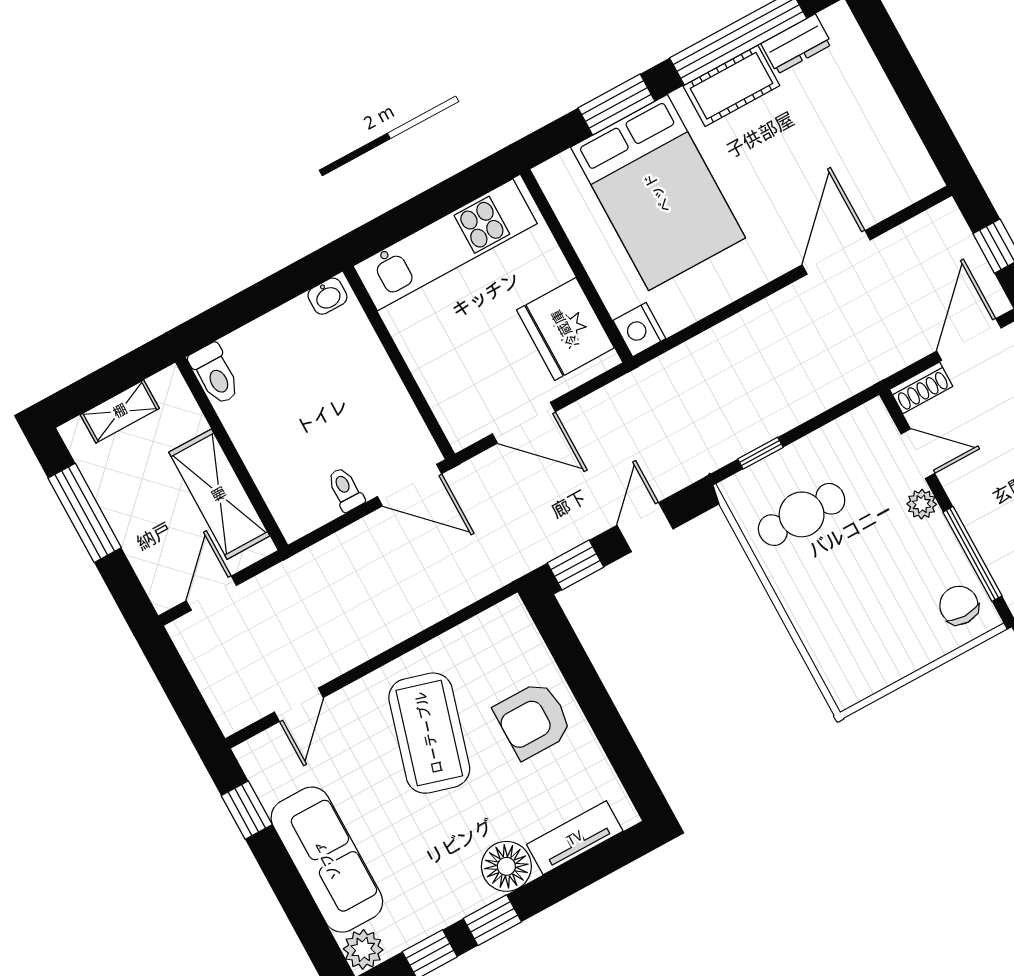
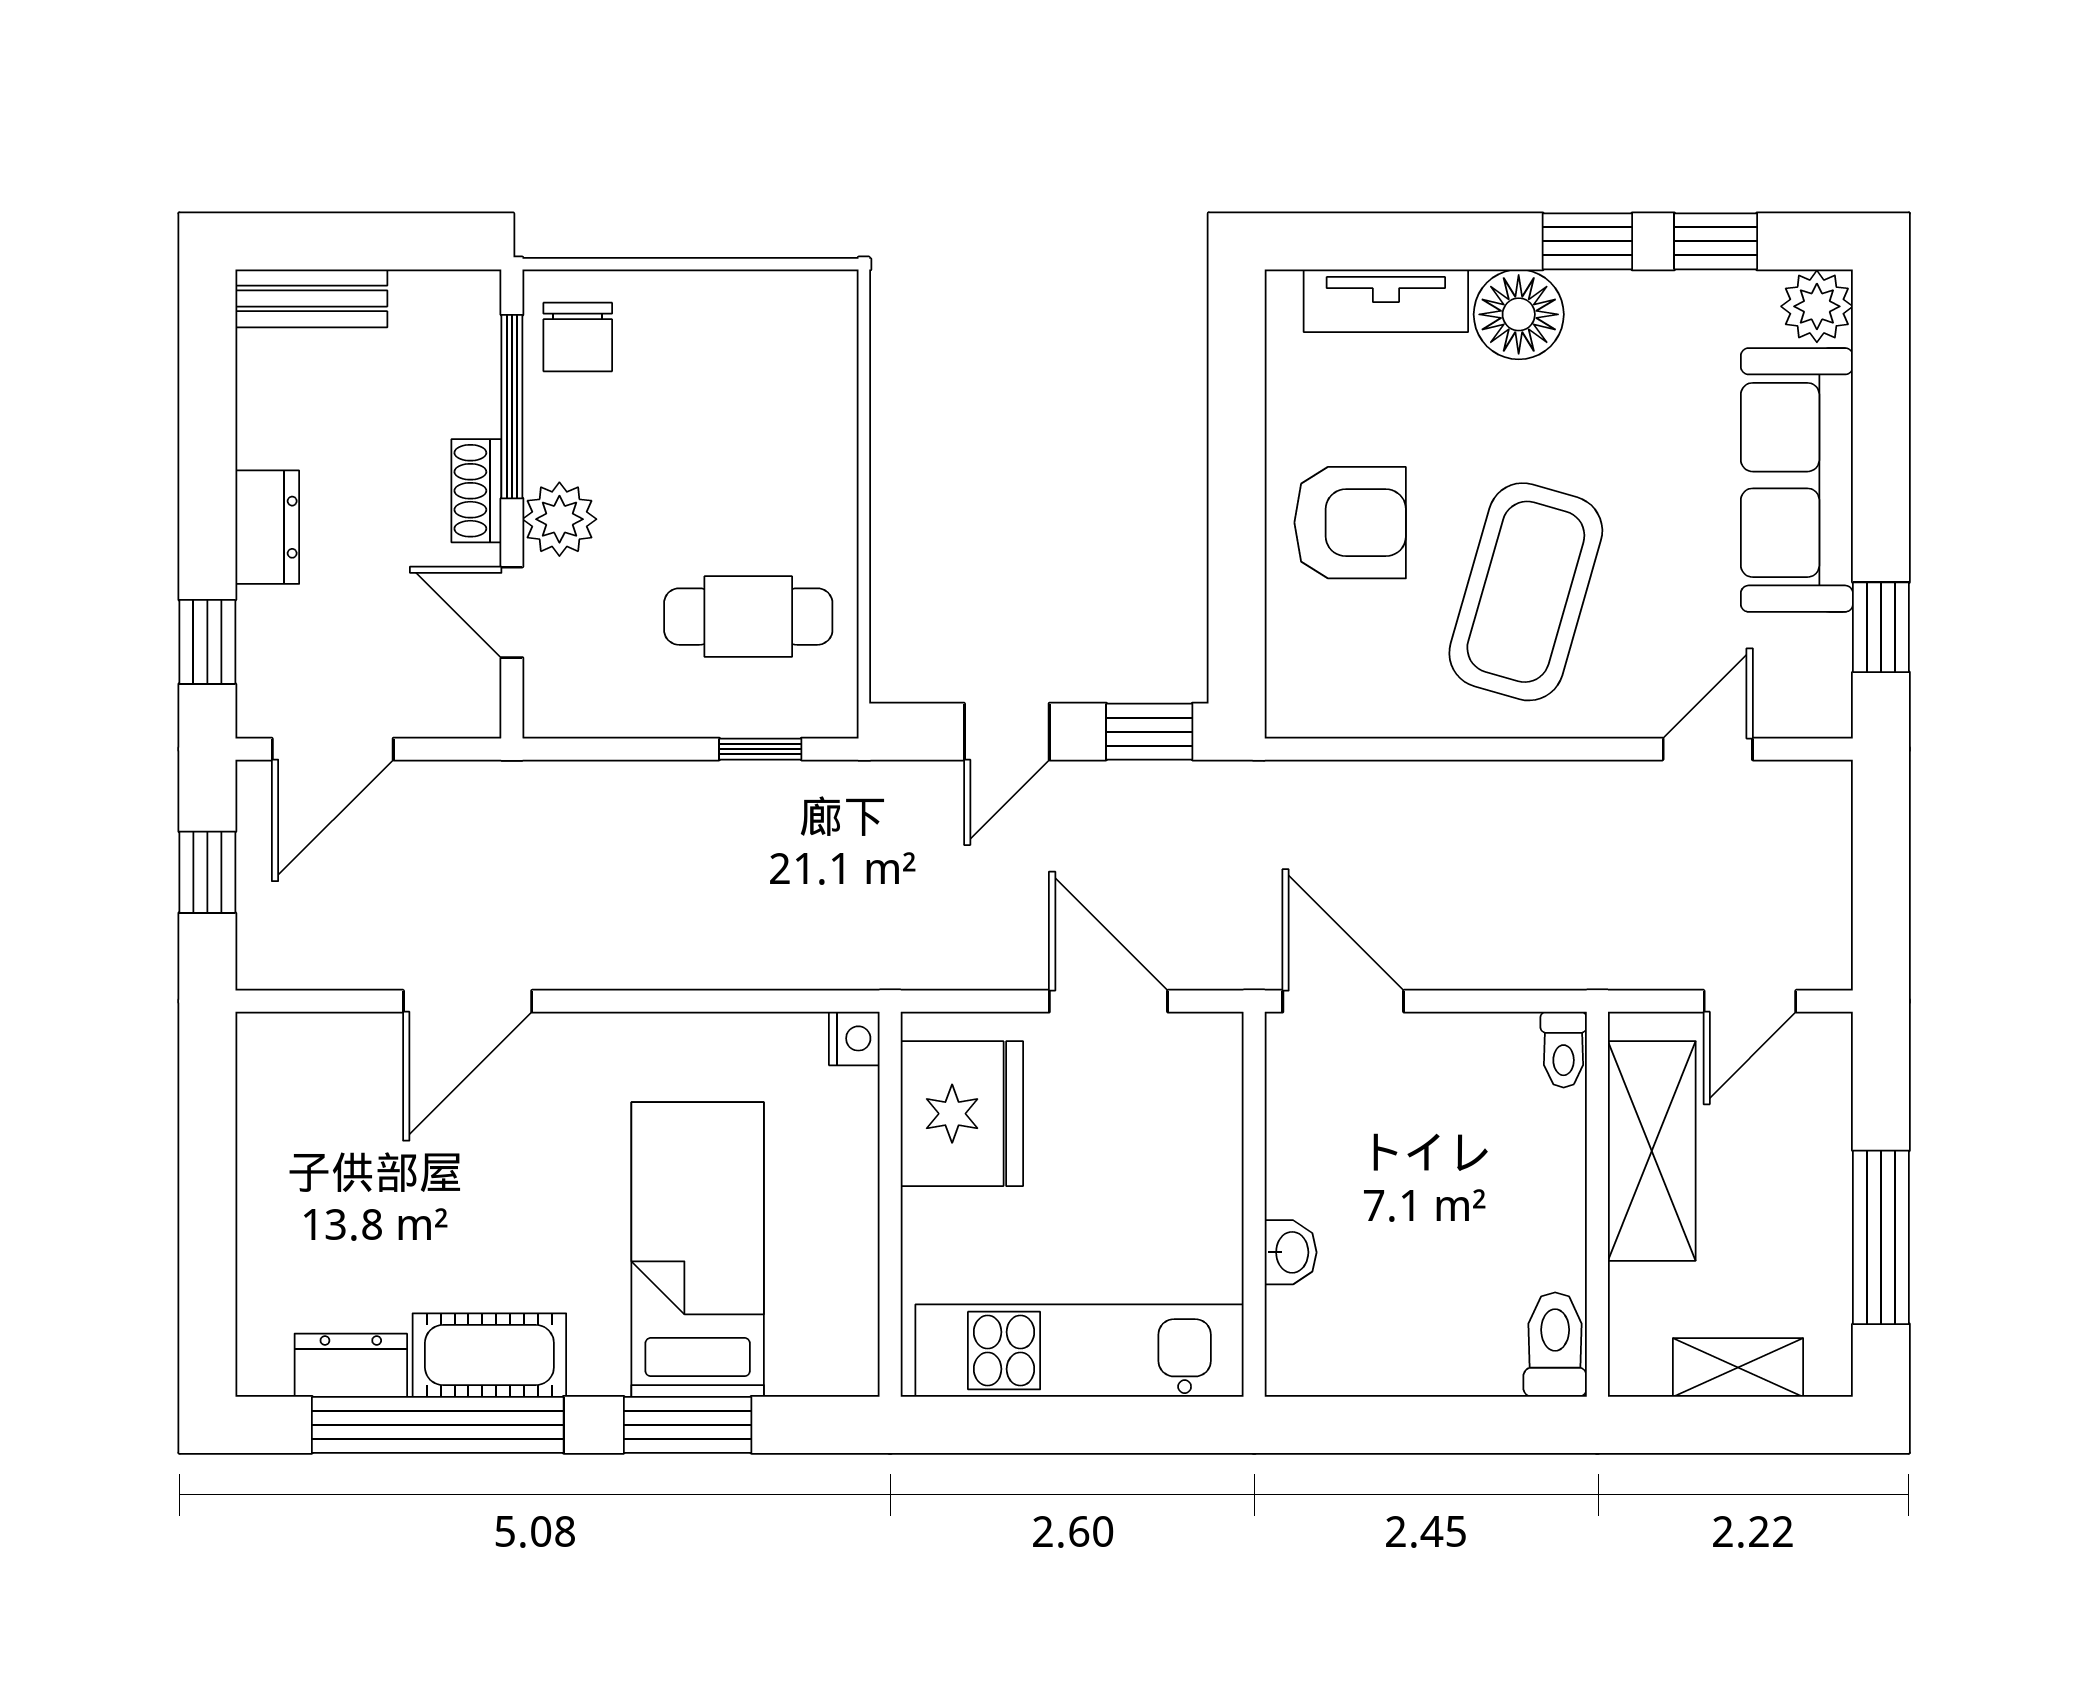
bed: (658, 193) -> (698, 1250), width x0.67
washbasin: (327, 296) -> (1291, 1252), moved, turned 90
nightstand: (639, 330) -> (854, 1038), width x0.72, depth x0.74
shoe rack: (921, 388) -> (476, 491), moved, turned -90
toilet: (345, 489) -> (1564, 1050), moved
plant: (922, 504) -> (559, 519), width x1.38, depth x1.38

